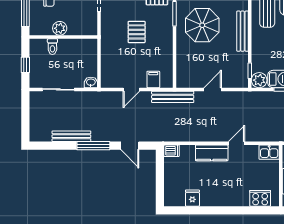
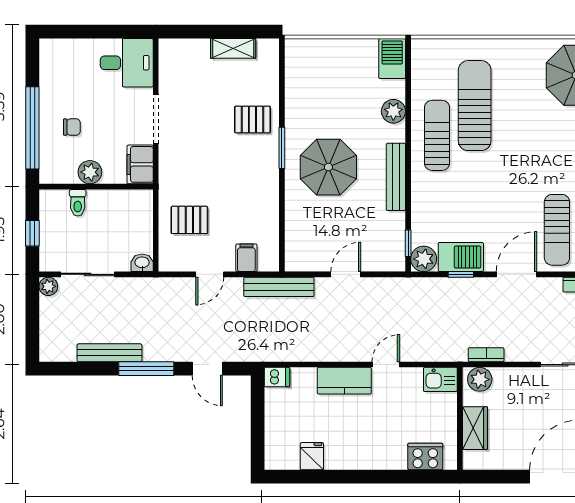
filing cabinet: (90, 24) -> (140, 164), added
pallet: (137, 32) -> (189, 220), moved, turned 90
plant: (35, 97) -> (48, 286), added

